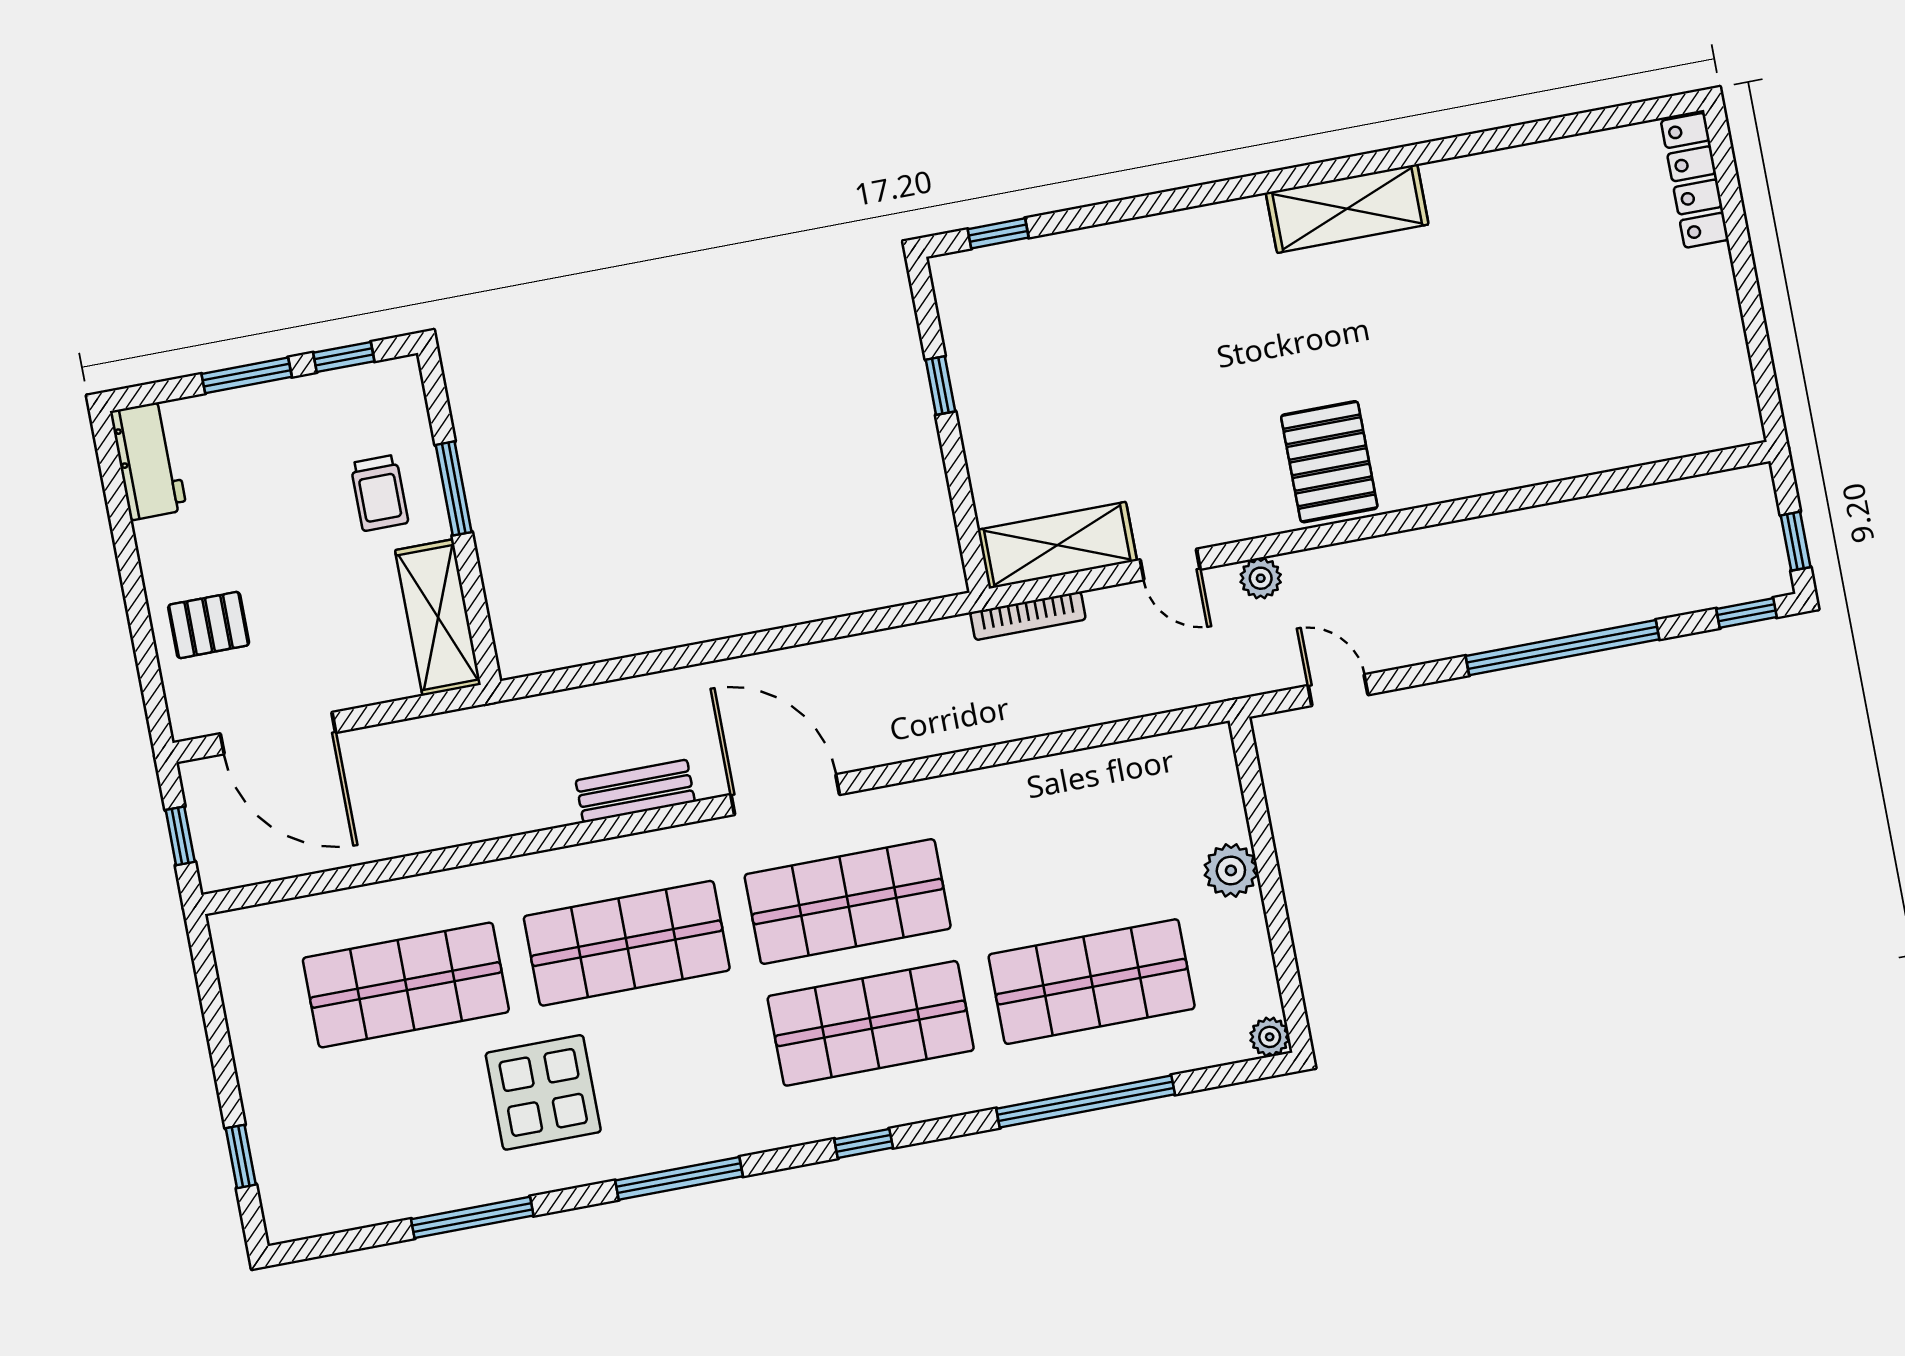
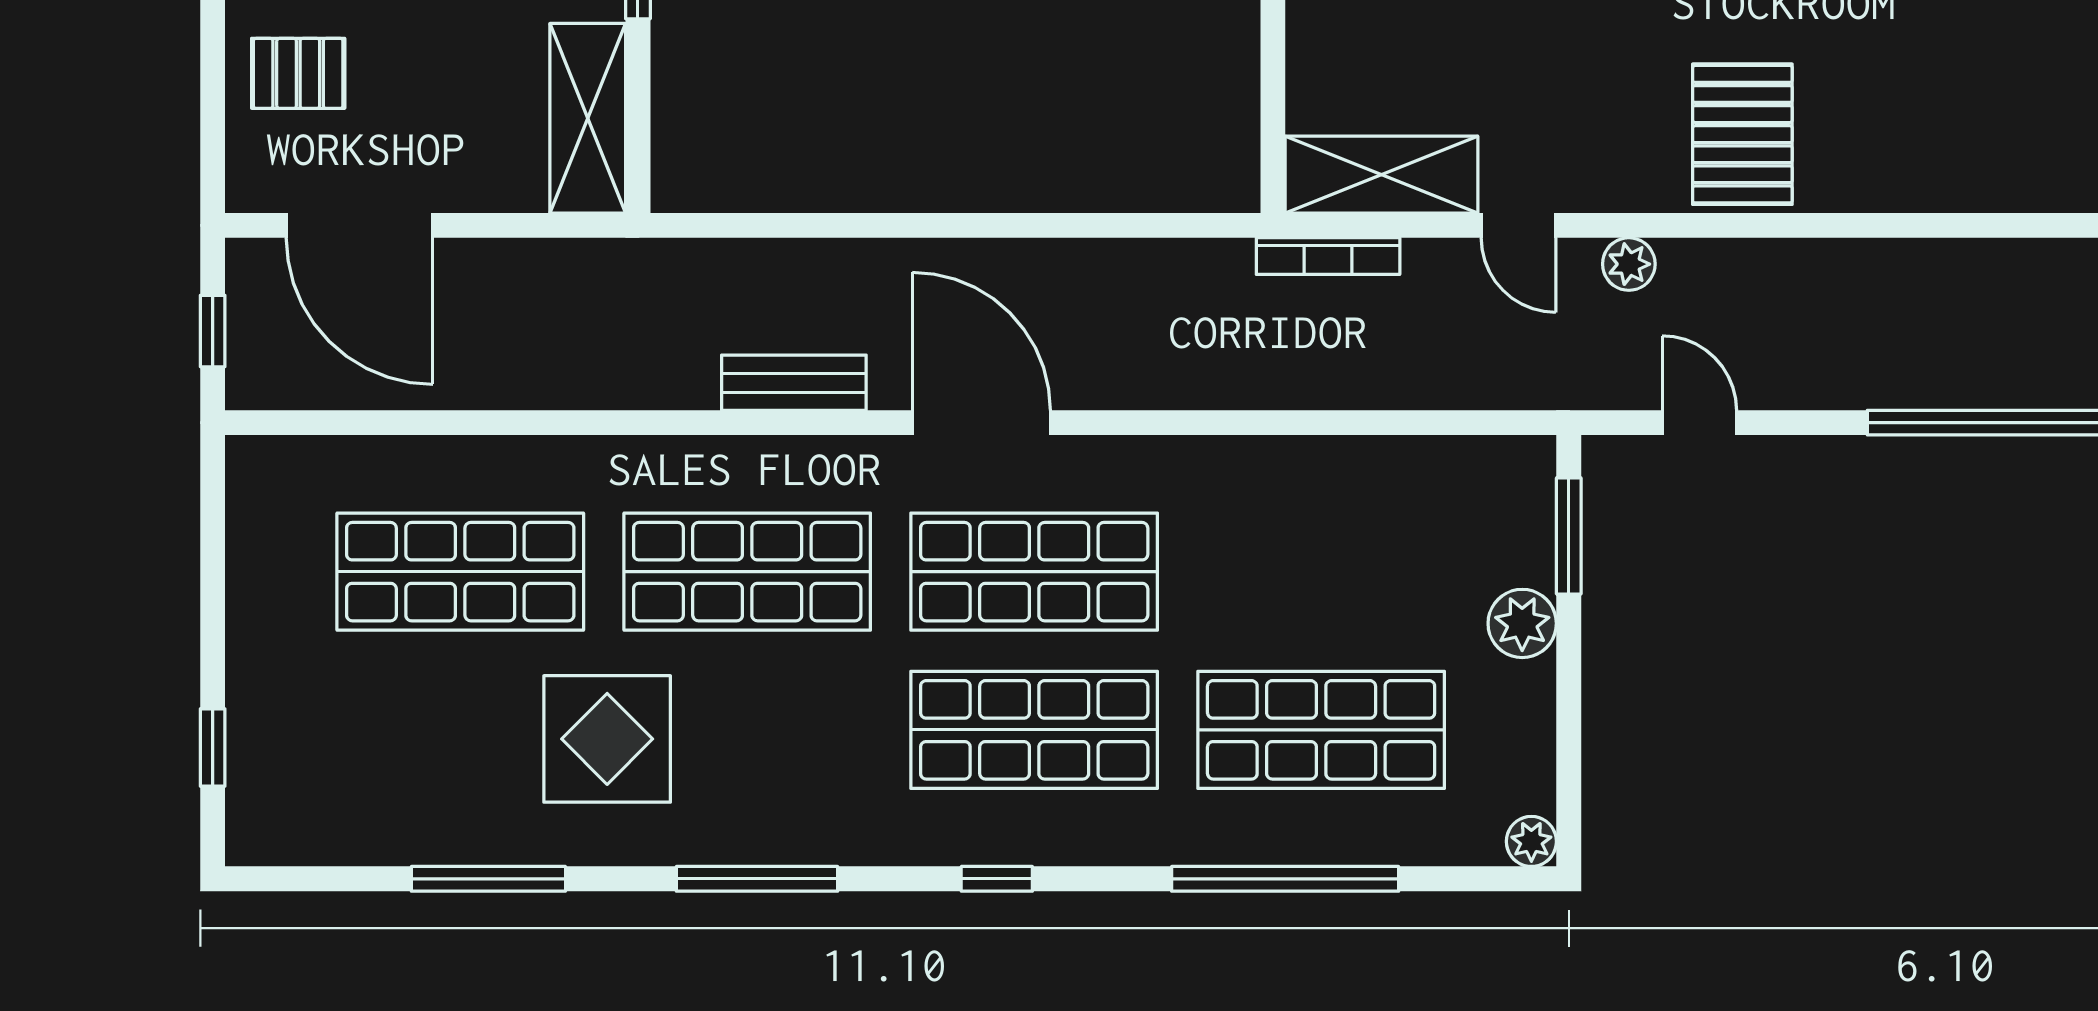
window: (1254, 796) -> (1569, 536), added

